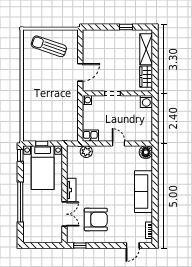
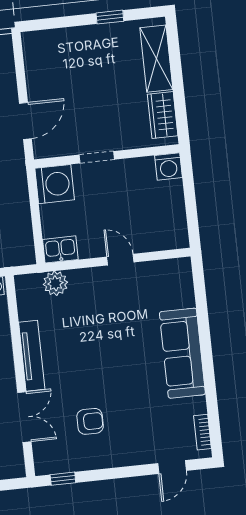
washing machine: (87, 100) -> (55, 184), width x1.89, depth x1.89
floor lamp: (146, 152) -> (179, 271), removed
tv unit: (71, 190) -> (32, 356), width x1.41
armchair: (96, 219) -> (90, 421), width x0.53, depth x0.53

